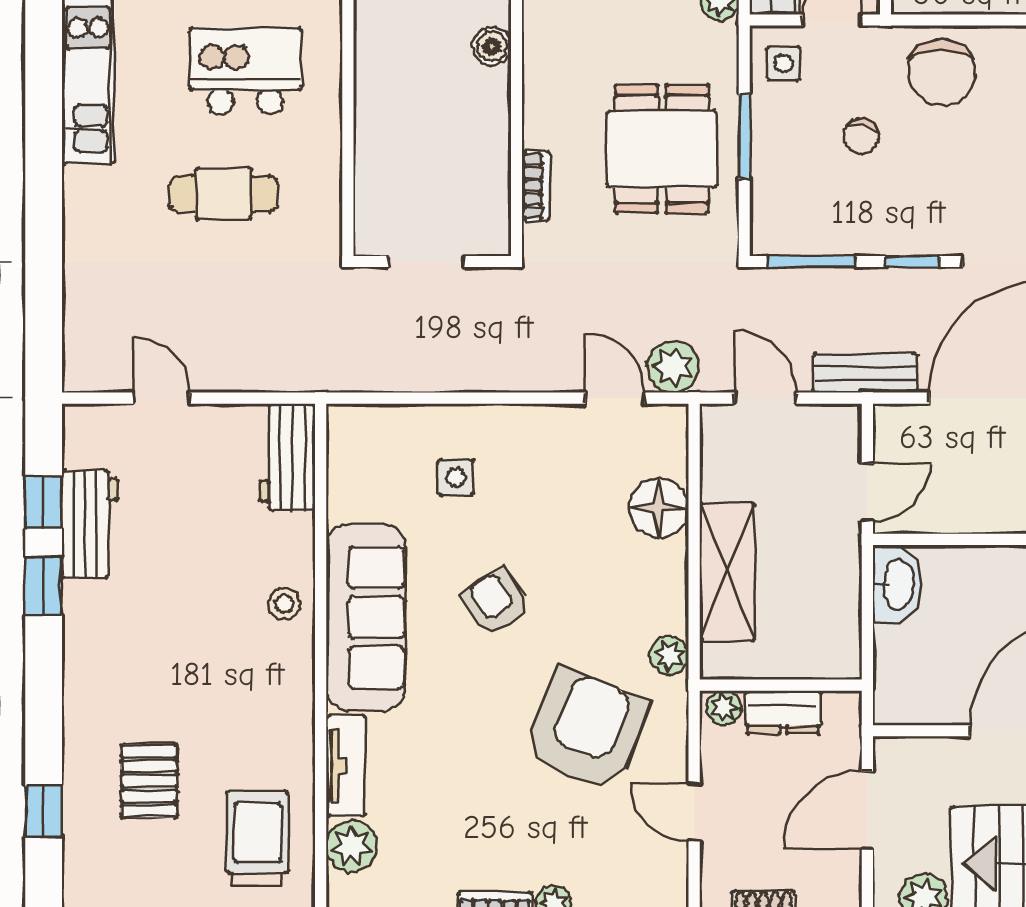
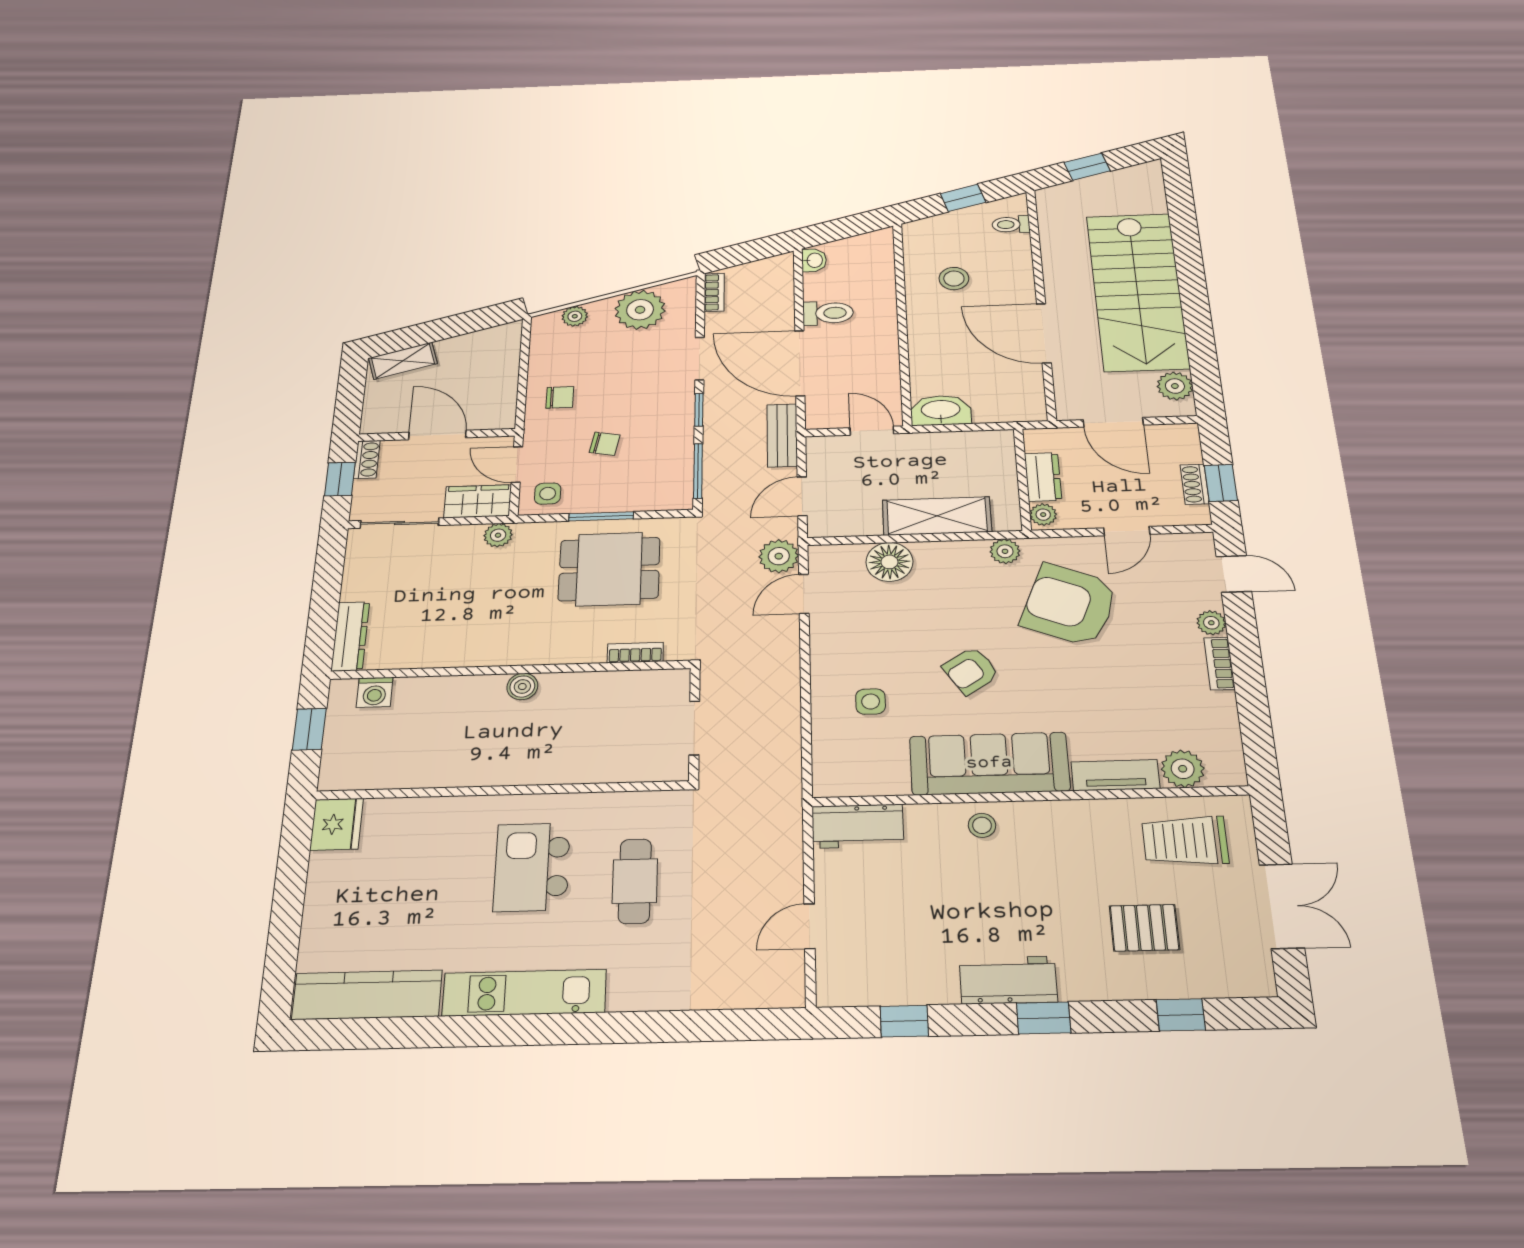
chair: (942, 72) -> (560, 397), width x0.54, depth x0.54
workbench: (90, 524) -> (1008, 980), moved
window: (44, 586) -> (1044, 1018), moved

